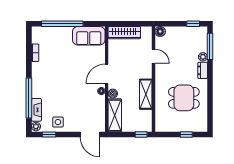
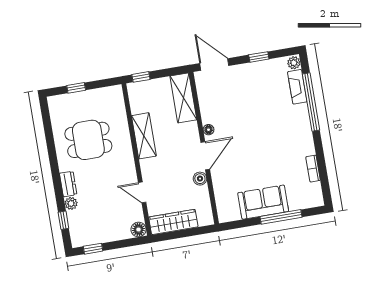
window: (62, 24) -> (281, 217), width x0.68
wardrobe: (124, 33) -> (173, 222), moved
sofa: (89, 36) -> (263, 202), moved
window: (210, 46) -> (63, 220), width x0.46
boiler: (113, 94) -> (200, 179), moved
side table: (58, 122) -> (263, 75), removed
window: (49, 134) -> (259, 57), moved

